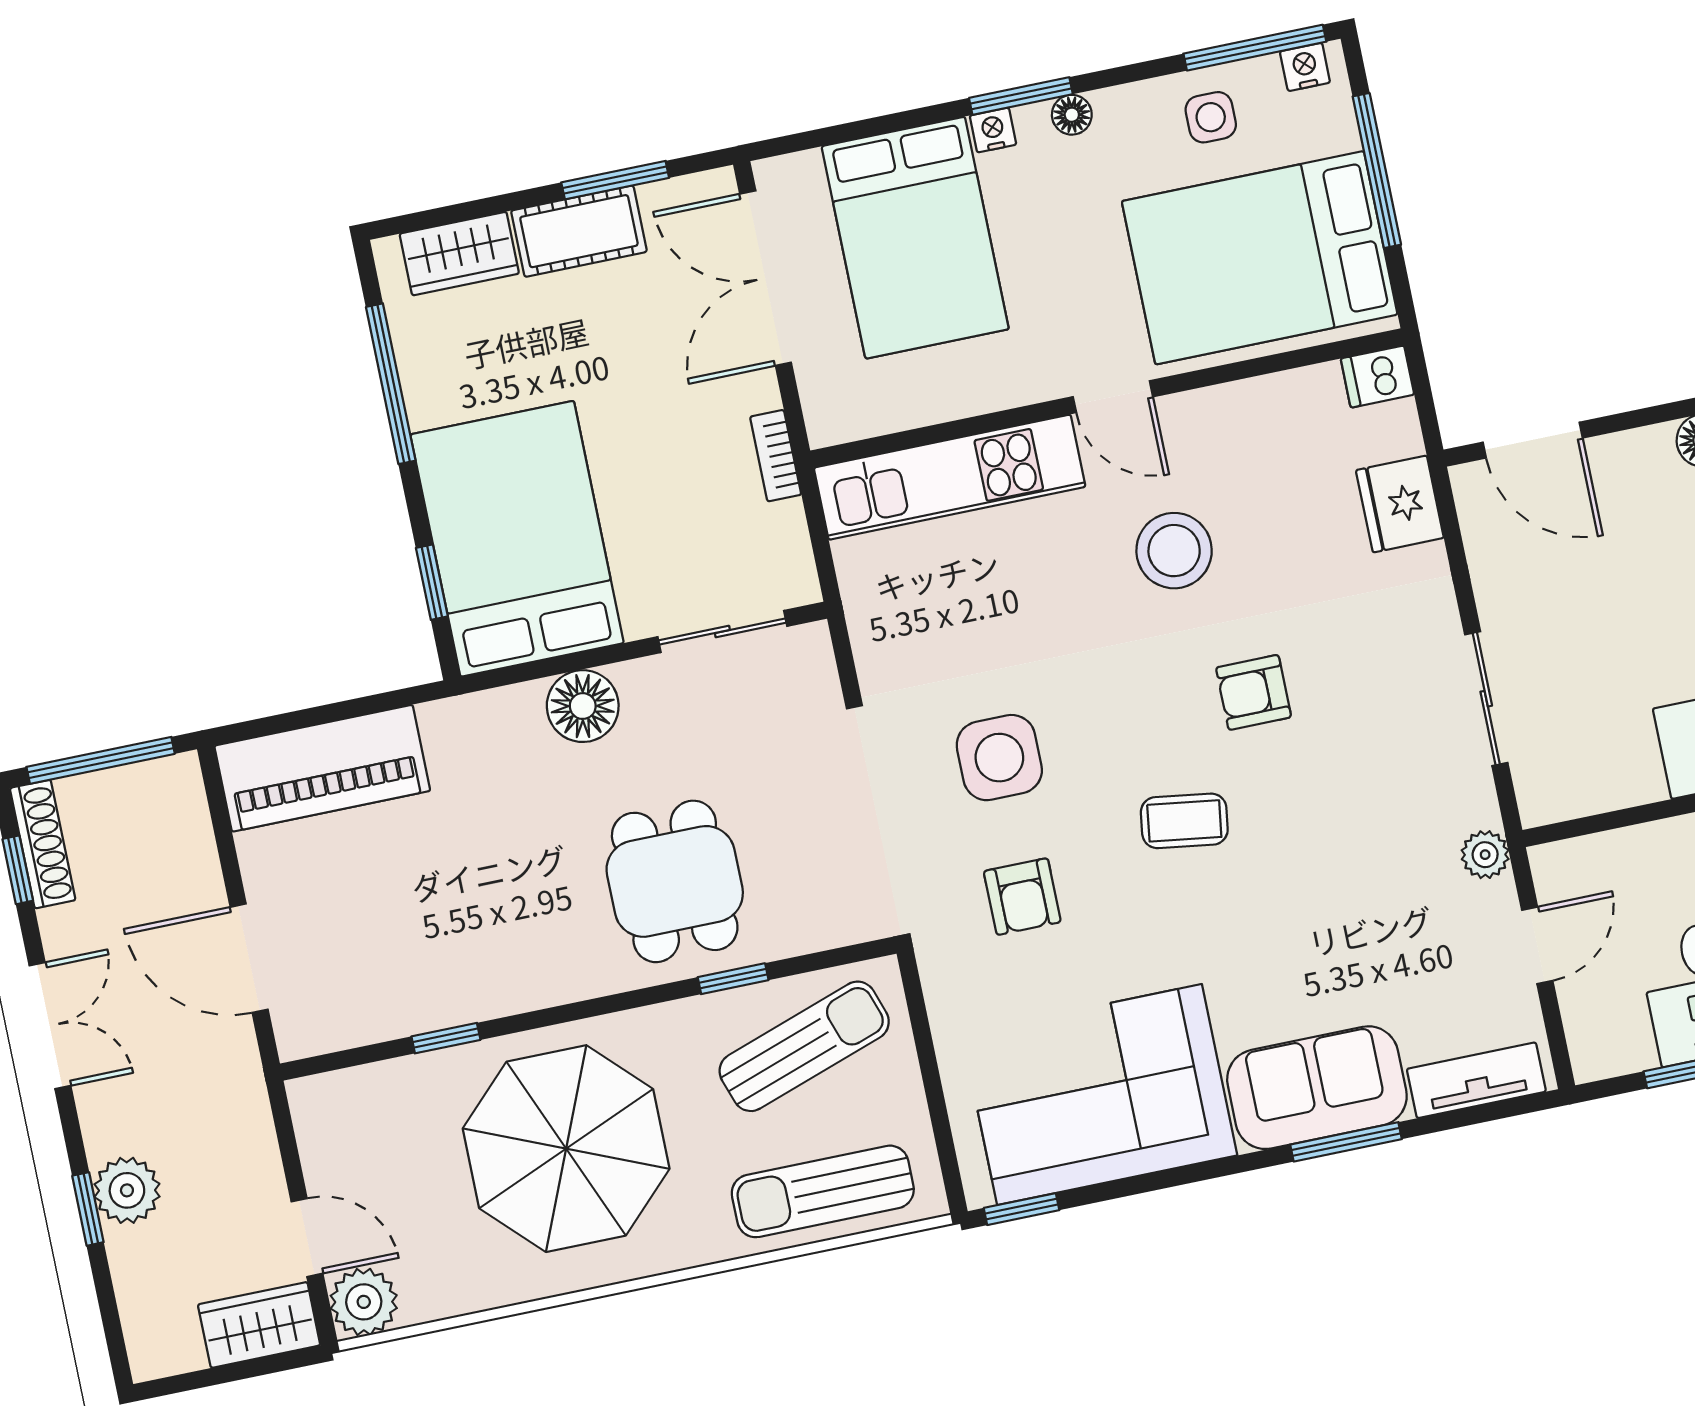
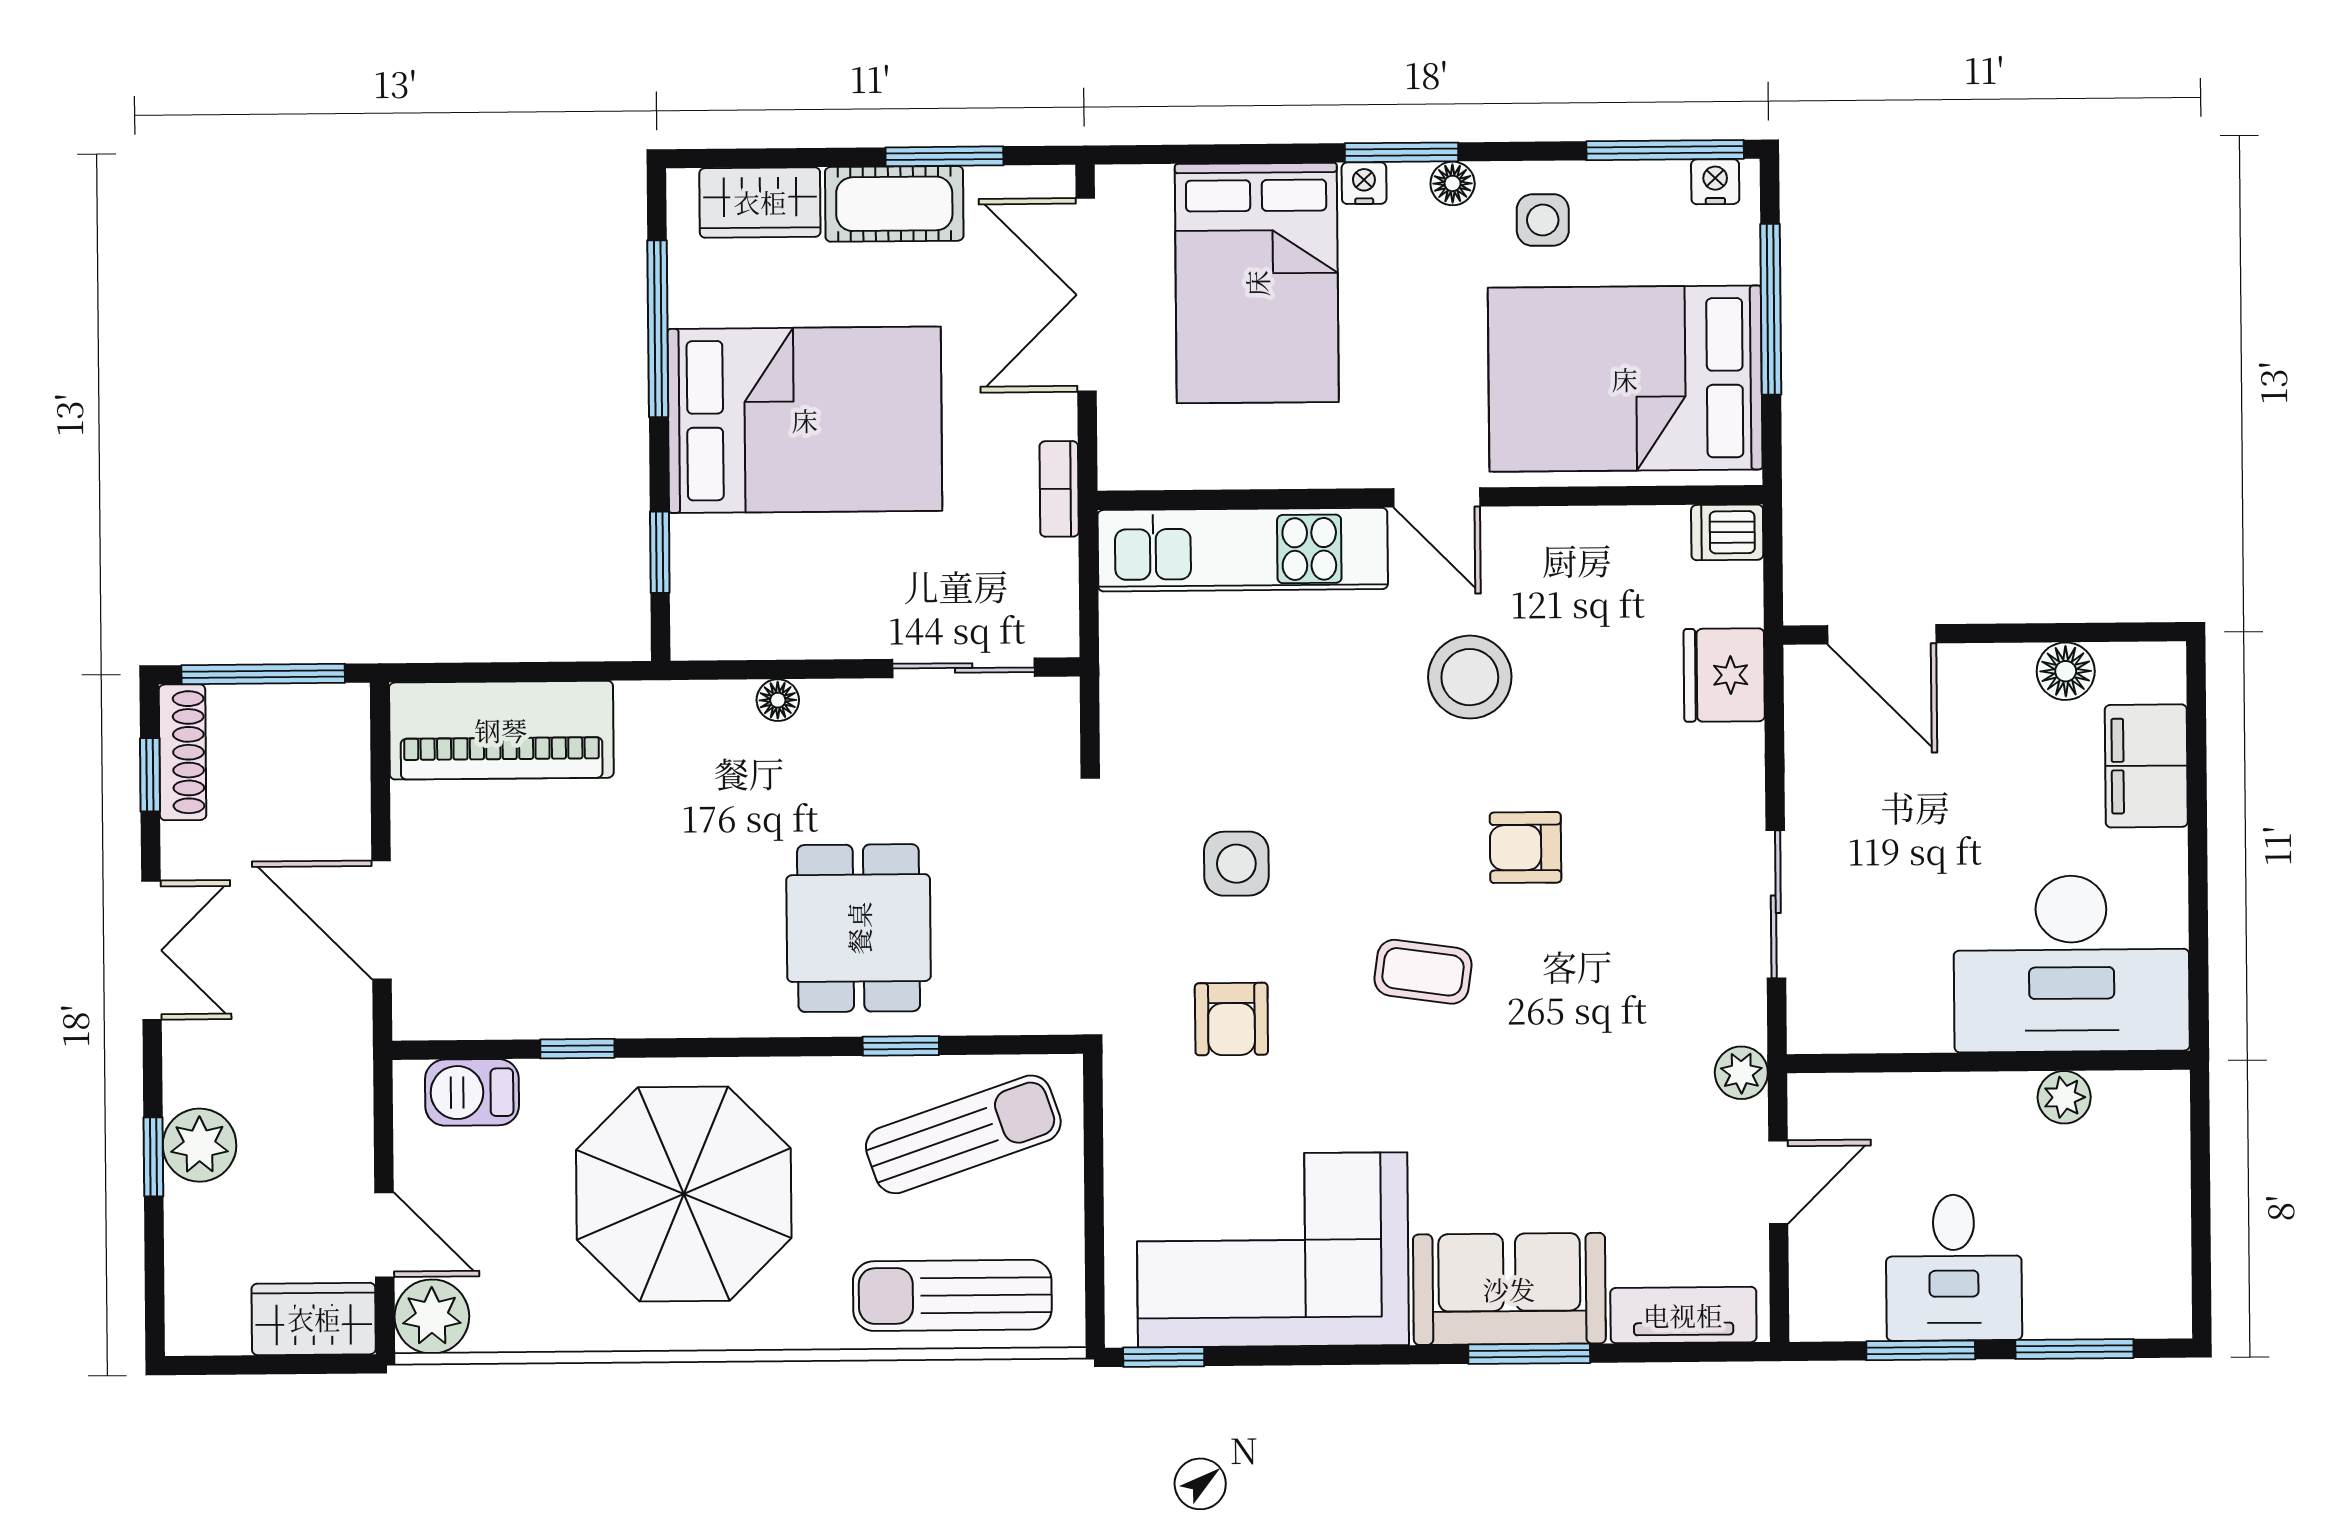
side table: (1211, 117) -> (1543, 220), moved
bed: (517, 539) -> (805, 420), moved, turned 90
floor lamp: (583, 706) -> (778, 700), width x0.53, depth x0.53
side table: (999, 758) -> (1236, 864), width x0.73, depth x0.73
barbecue: (360, 1096) -> (472, 1092), added

